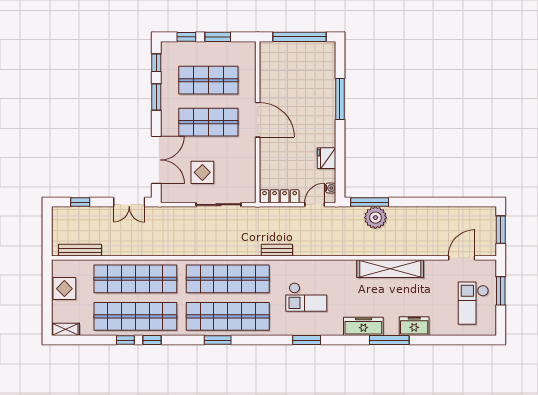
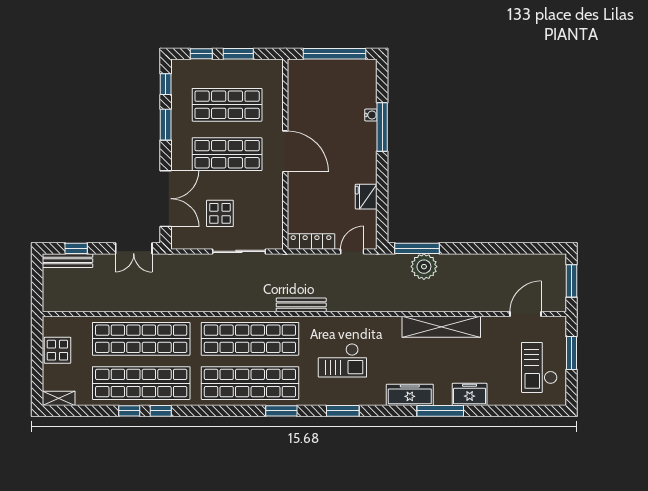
water cooler: (330, 188) -> (371, 115), moved
bench: (80, 250) -> (67, 261), moved
bench: (277, 250) -> (301, 305), width x1.36
window: (218, 340) -> (281, 411), moved

